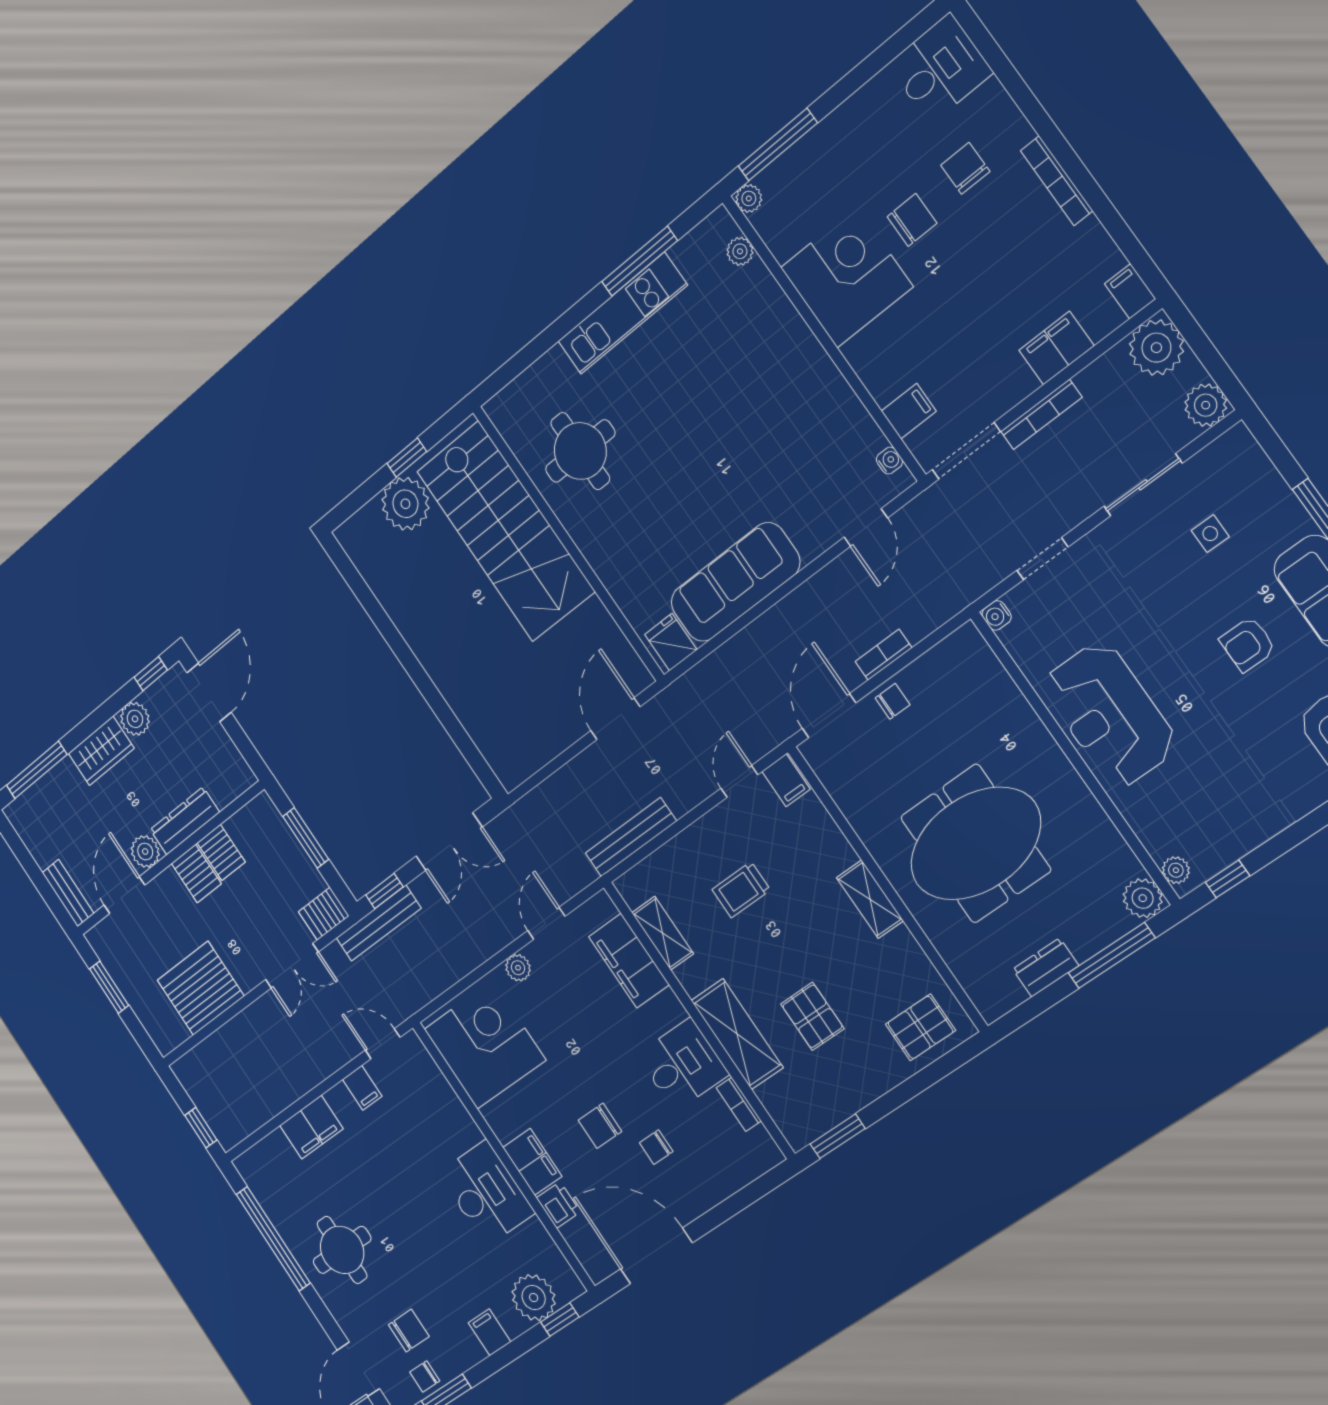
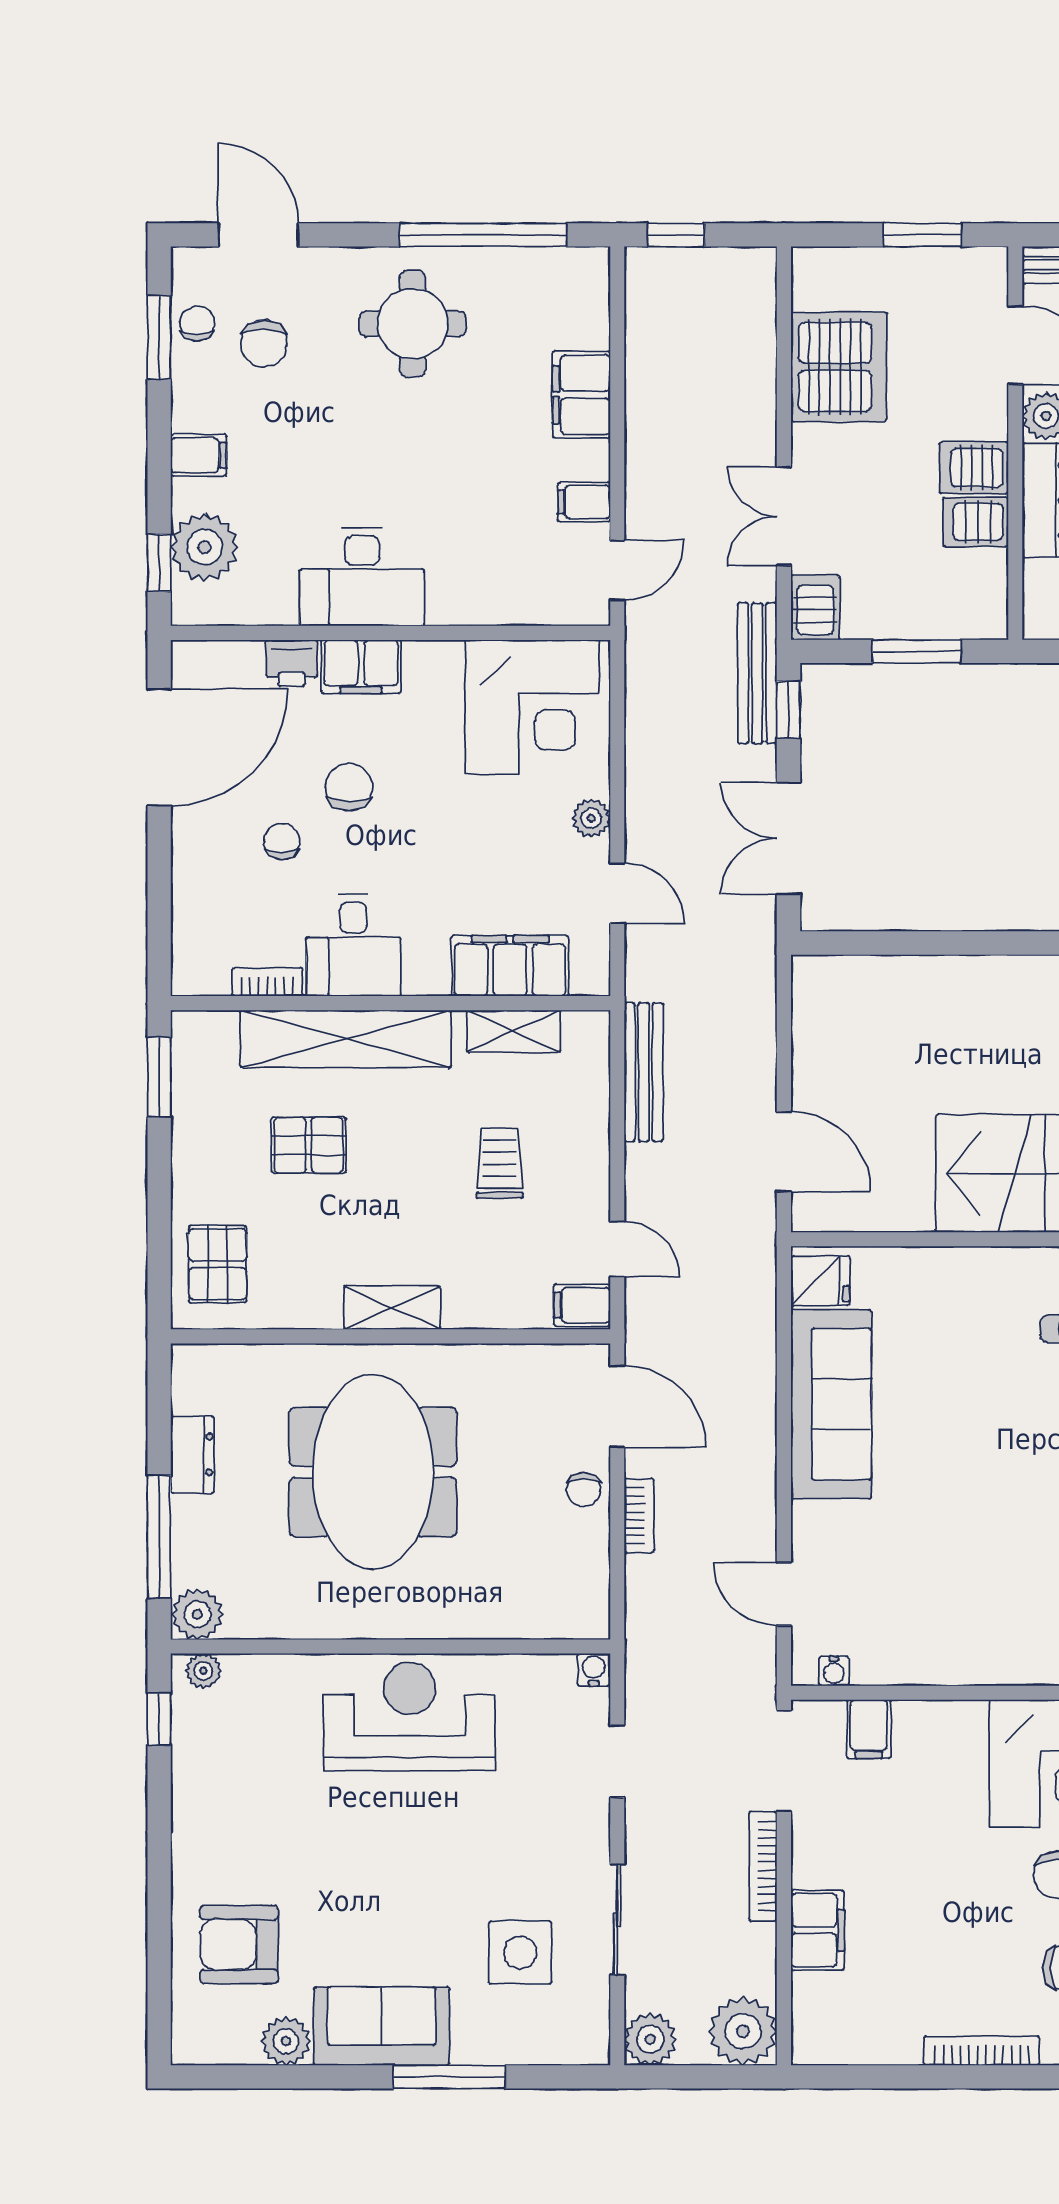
filing cabinet: (1130, 291) -> (818, 2045), removed
side table: (1210, 534) -> (520, 1952), width x1.87, depth x1.87
armchair: (1248, 644) -> (383, 1911), removed
shelving: (737, 1034) -> (346, 1039), width x1.47

